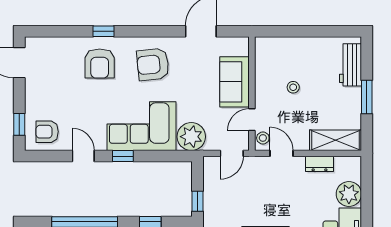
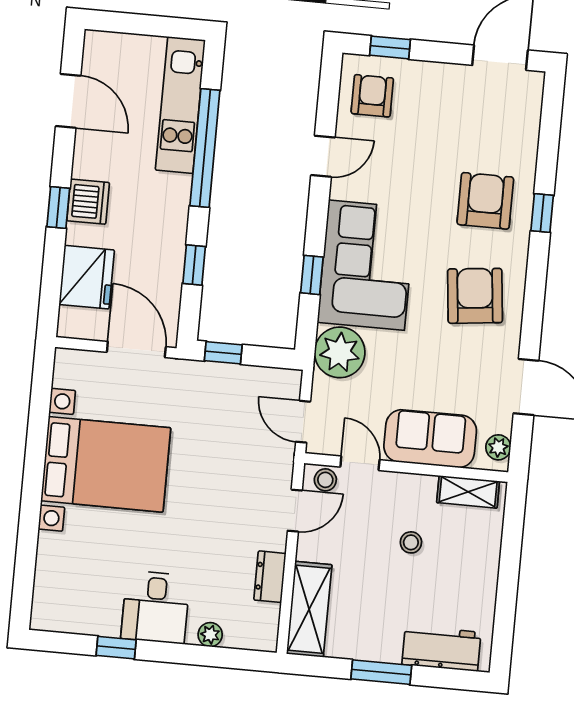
plant: (236, 44) -> (498, 447), added
shelving: (262, 58) -> (468, 492), added
armchair: (100, 64) -> (485, 201), turned 90
window: (123, 156) -> (312, 275), moved
plant: (349, 194) -> (210, 635), width x0.53, depth x0.53

